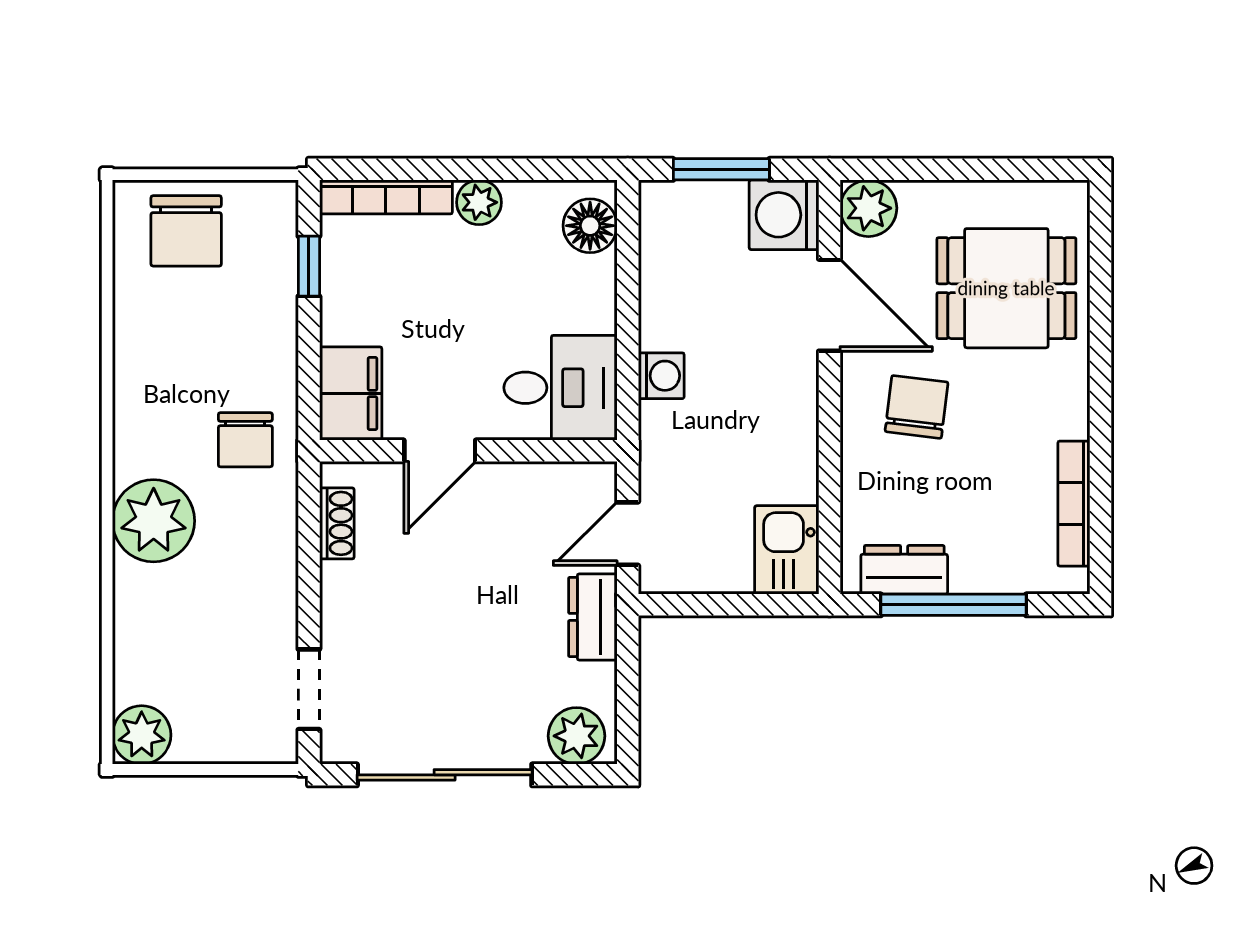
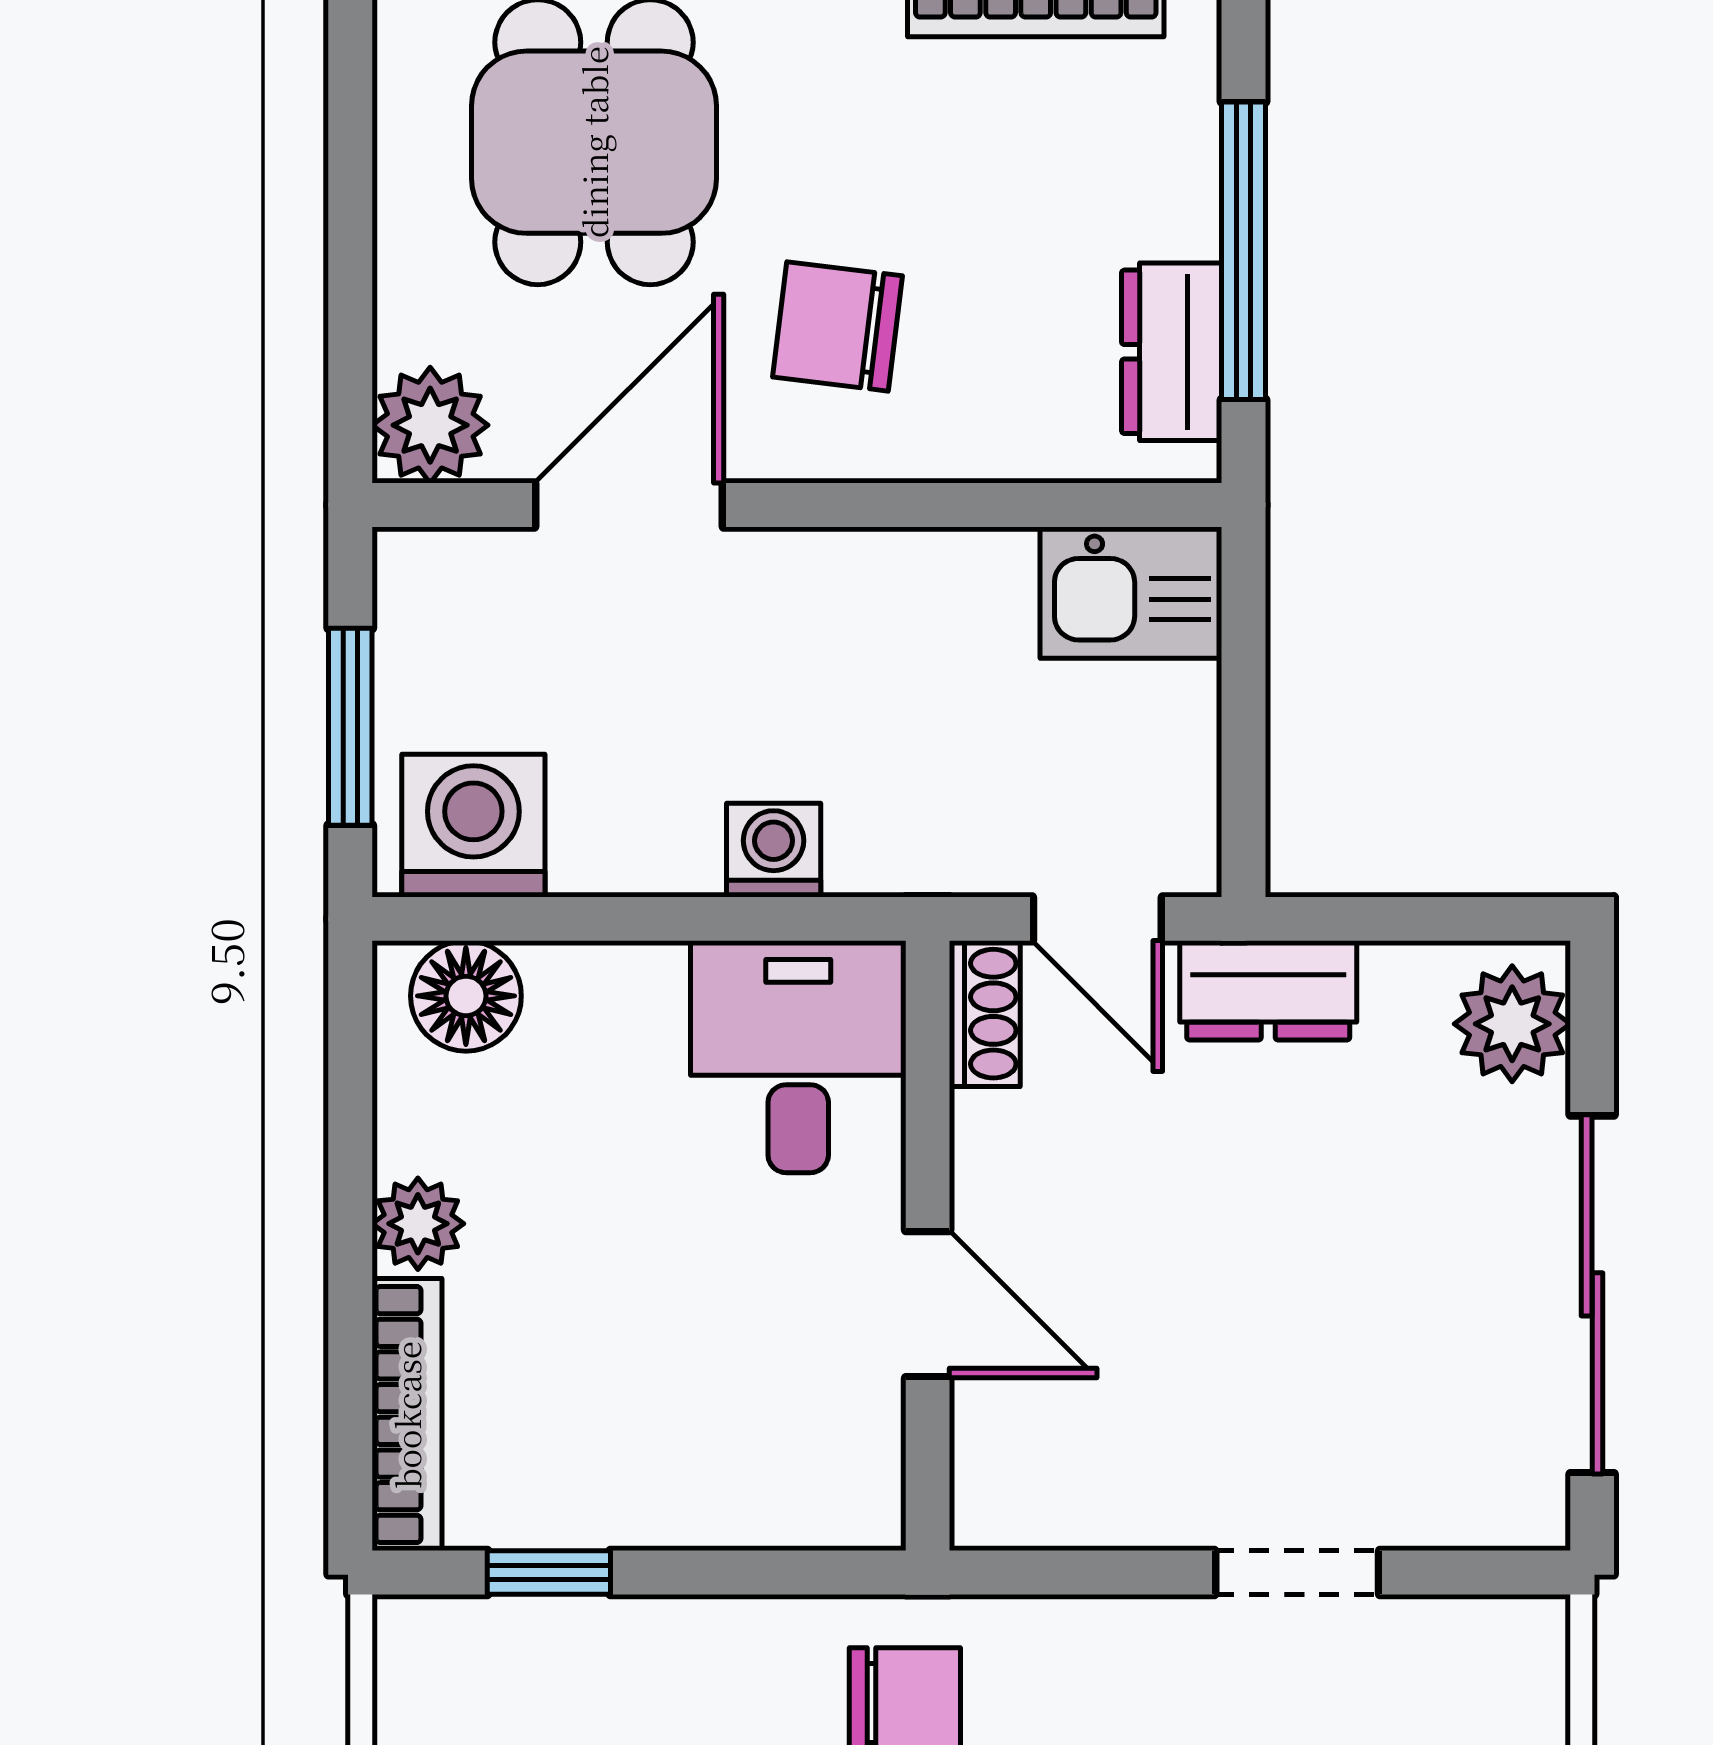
washing machine: (784, 215) -> (473, 826), moved, turned 180
filing cabinet: (351, 394) -> (810, 1487), removed
shoe rack: (337, 523) -> (985, 1014), moved, turned 90
doorway: (309, 689) -> (1297, 1572), moved

